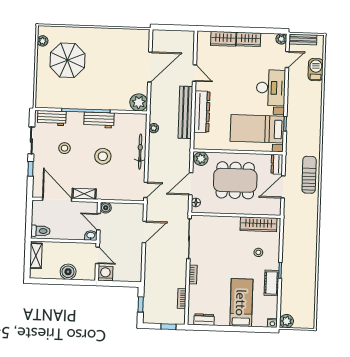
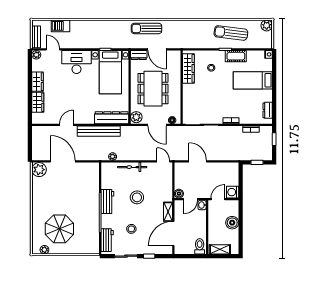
plant: (139, 102) -> (39, 170), moved
dresser: (202, 112) -> (112, 118), moved
sun lounger: (300, 278) -> (231, 33), added
plant: (287, 321) -> (267, 25), moved

